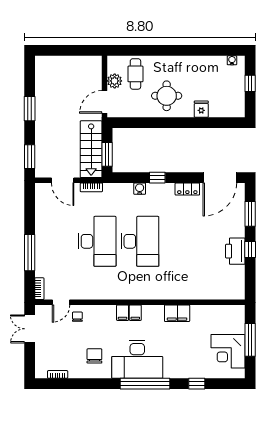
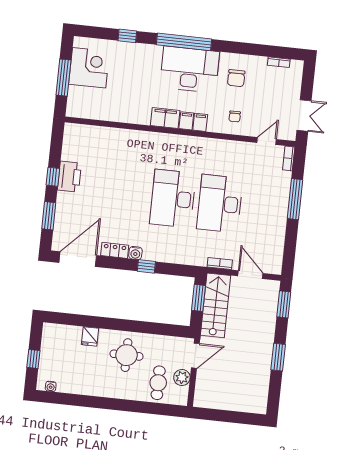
water cooler: (140, 189) -> (135, 253), moved
filing cabinet: (177, 313) -> (165, 118), moved
chair: (77, 317) -> (235, 116), moved

